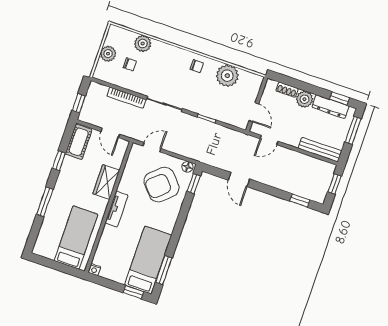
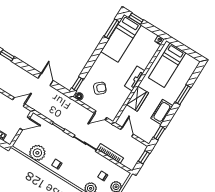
door: (254, 112) -> (25, 123), swing flipped
cot: (79, 142) -> (162, 112), moved
window: (59, 161) -> (159, 133), moved
armchair: (161, 185) -> (100, 88), width x0.53, depth x0.53

